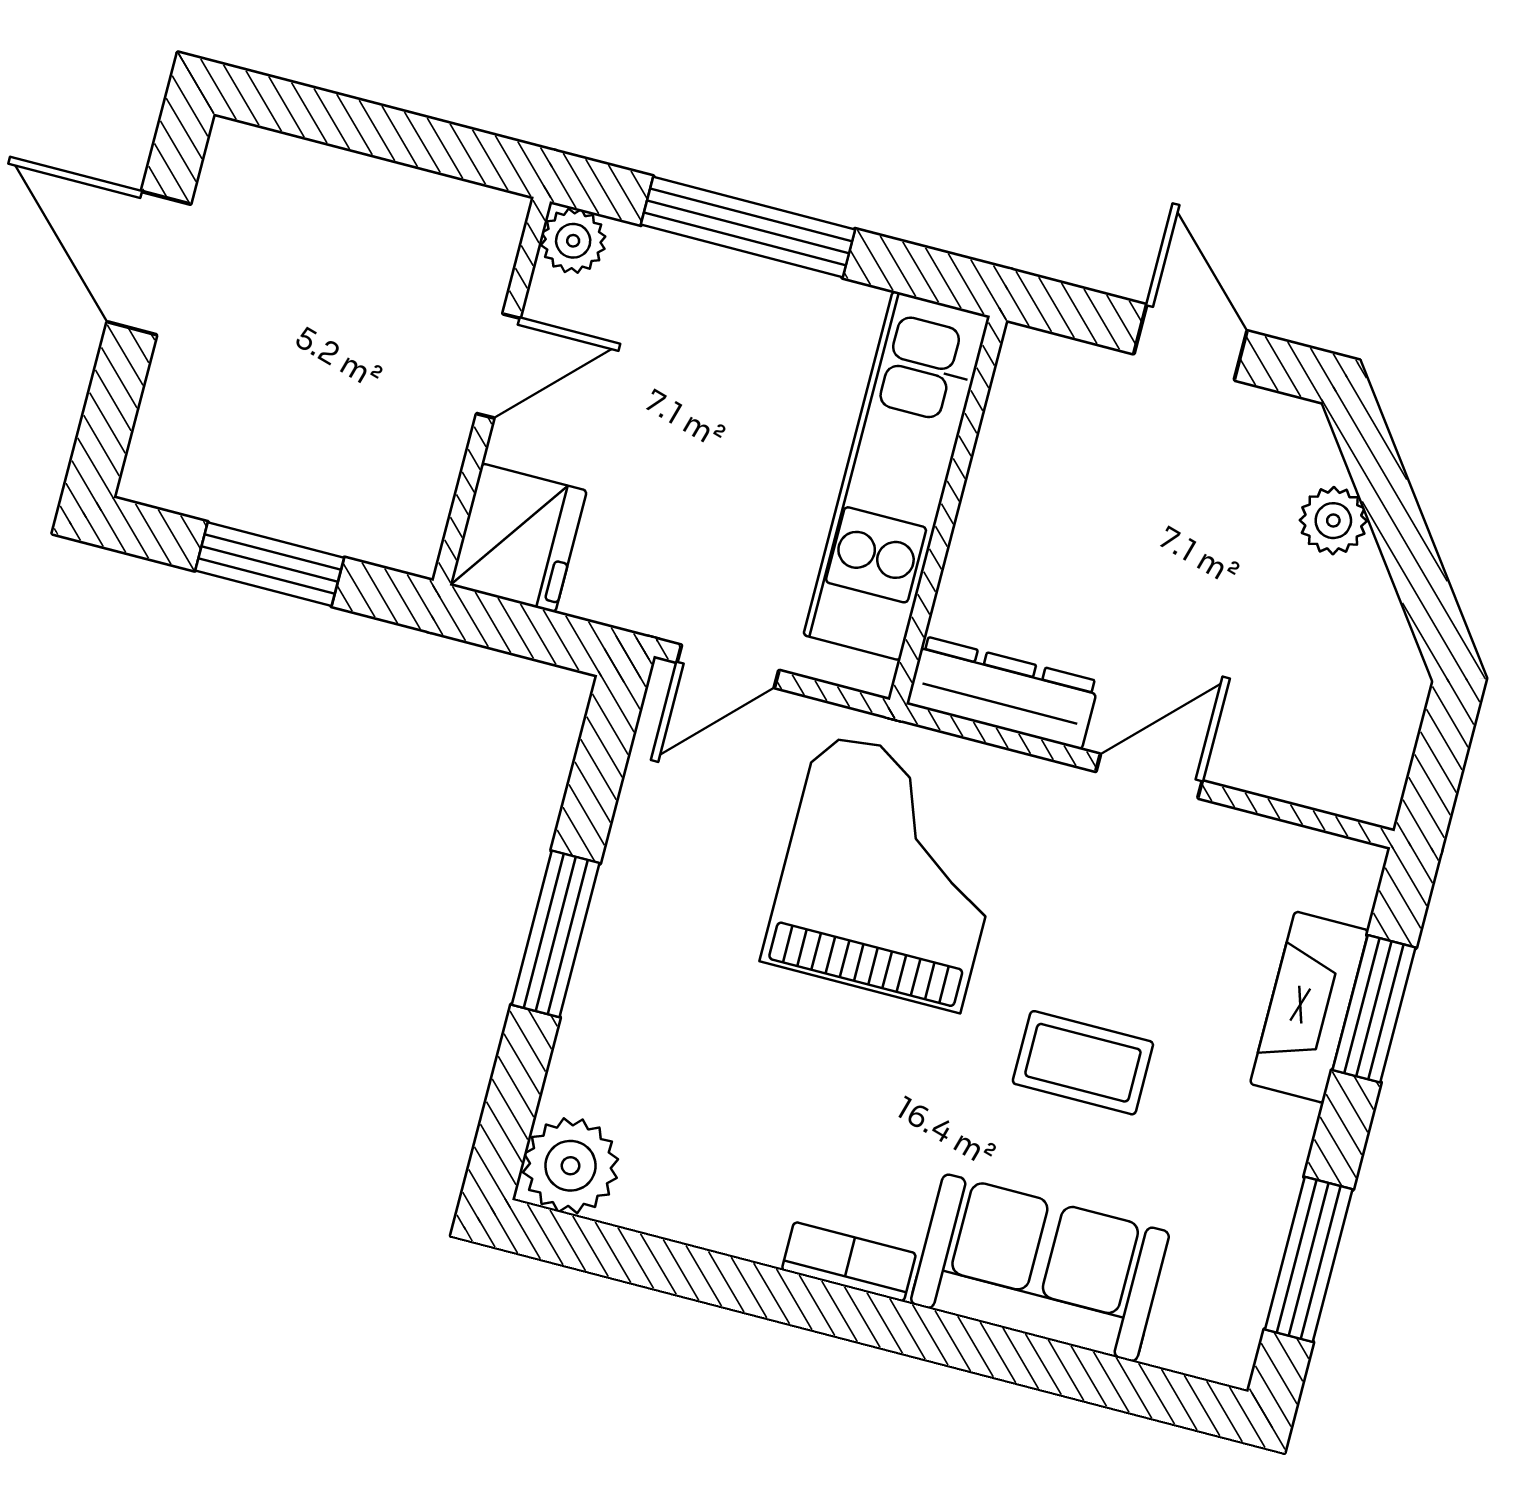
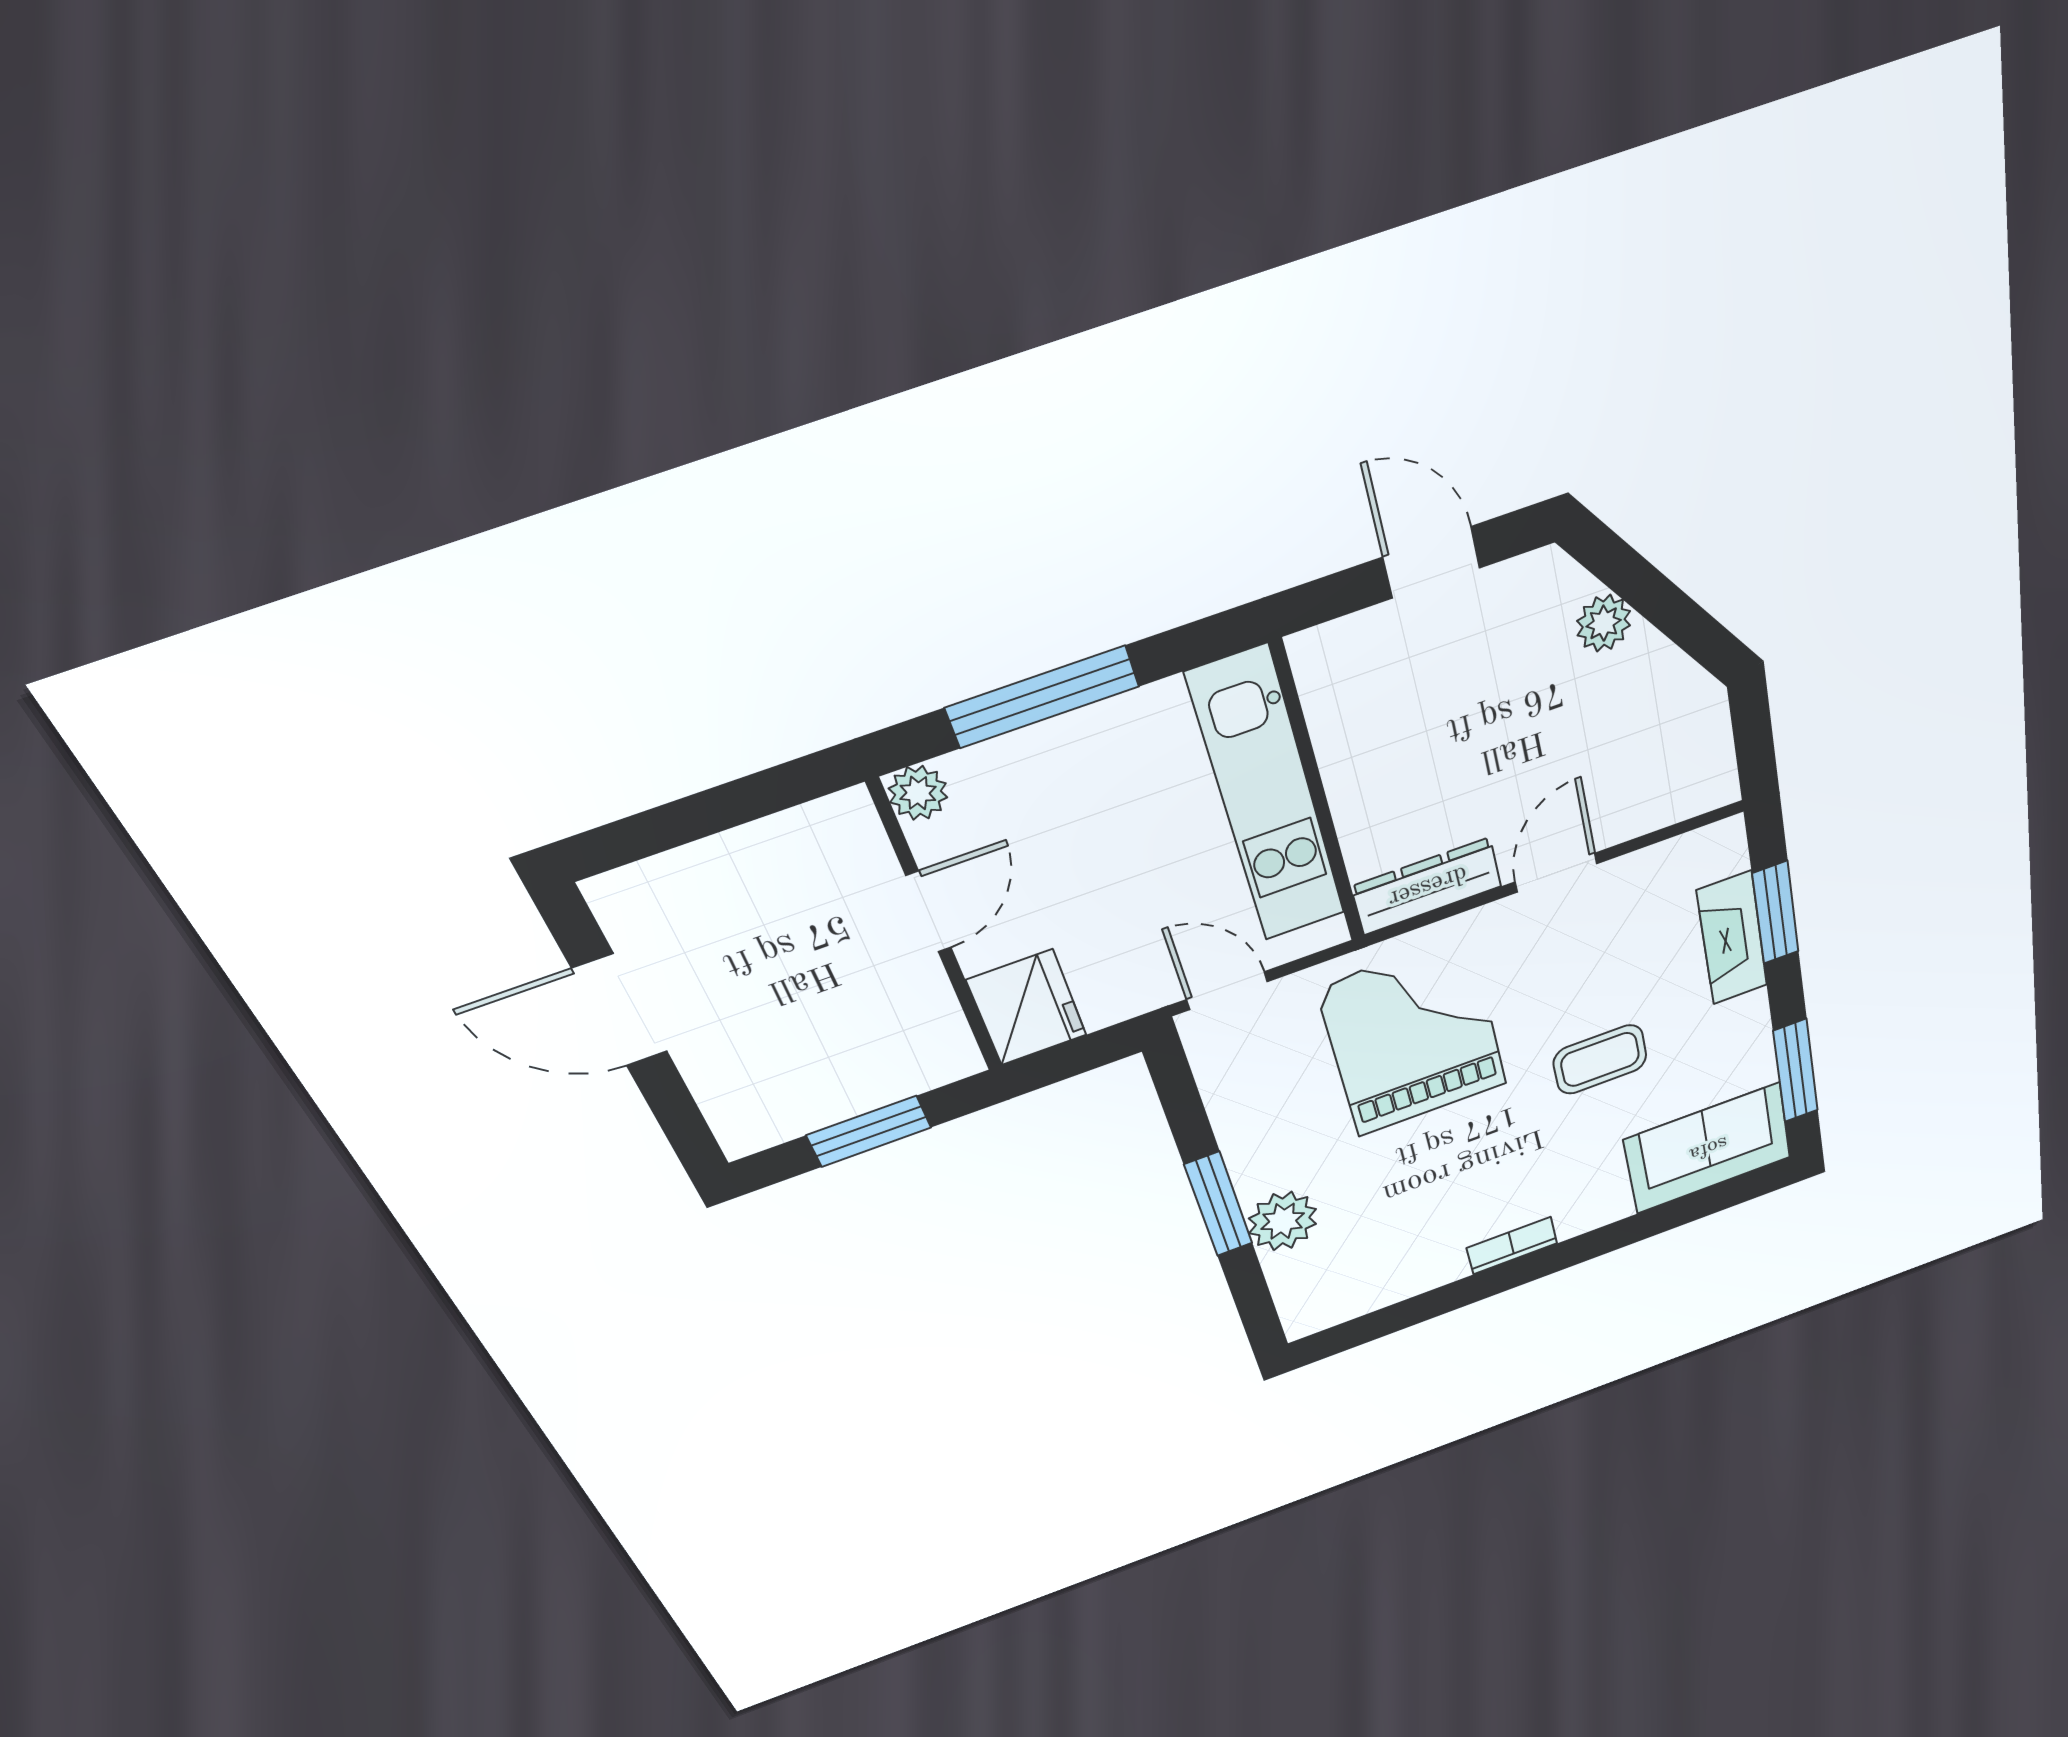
door: (728, 666) -> (1227, 991), swing flipped
plant: (570, 1166) -> (1283, 1221), moved
sofa: (1040, 1268) -> (1708, 1148), moved

